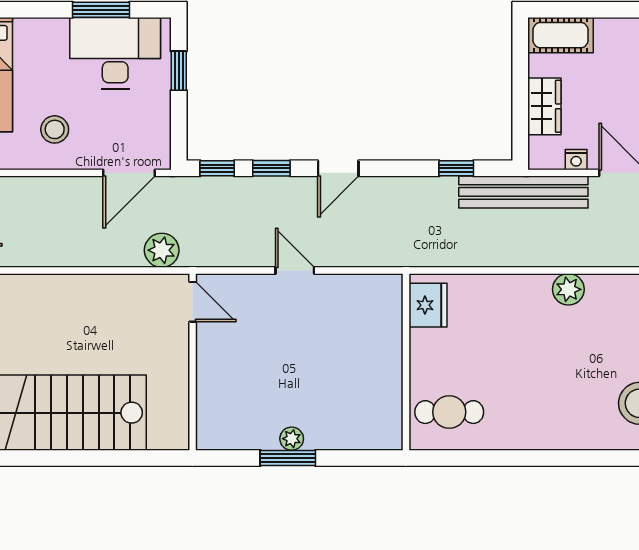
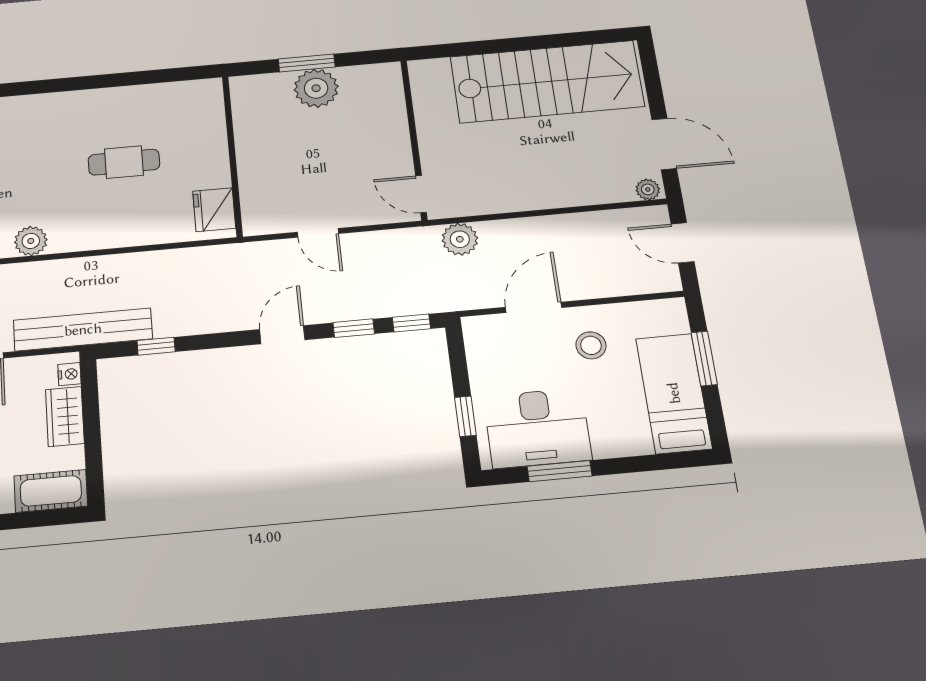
nightstand: (576, 160) -> (69, 374), moved, turned 90
door: (129, 173) -> (534, 307), moved
fridge: (428, 305) -> (214, 210), moved
wall: (406, 362) -> (232, 156), moved
cafe table: (449, 412) -> (124, 162), moved
plant: (292, 439) -> (316, 88), width x1.88, depth x1.88

